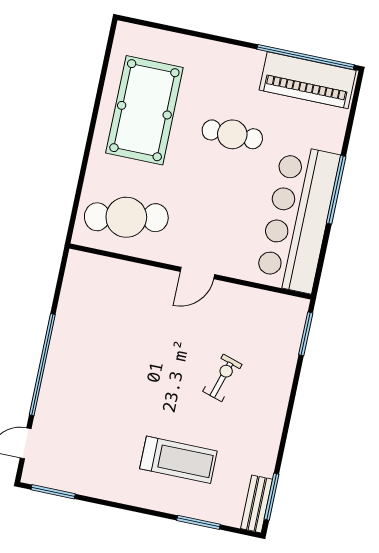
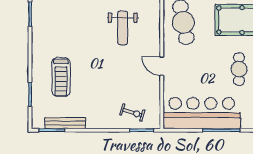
weight bench: (113, 329) -> (123, 28), added
exercise bike: (222, 378) -> (132, 113), moved
bench: (257, 504) -> (65, 123), moved, width x1.36

